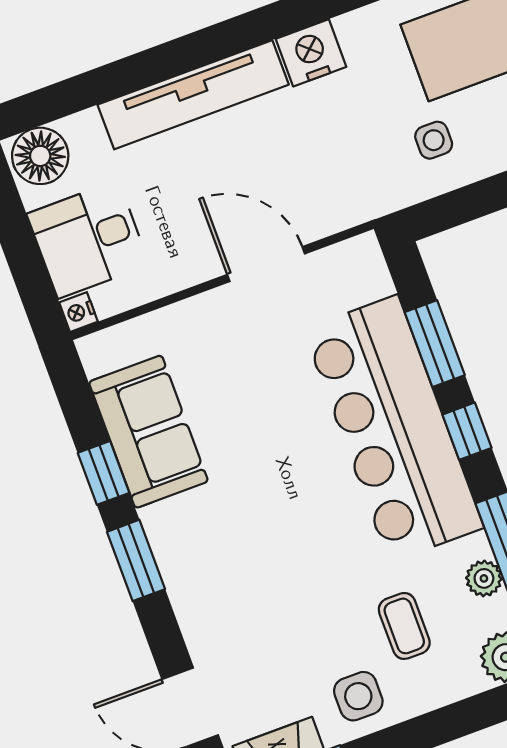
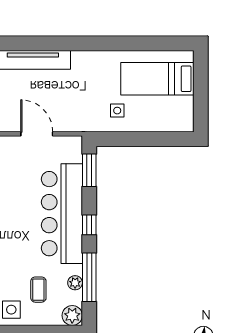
nightstand: (311, 53) -> (83, 61), removed
window: (435, 344) -> (89, 170), moved

